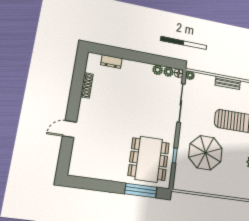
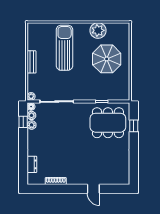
window: (162, 61) -> (23, 122), added
parasol: (205, 153) -> (107, 59), moved
window: (141, 190) -> (134, 126), width x0.46

